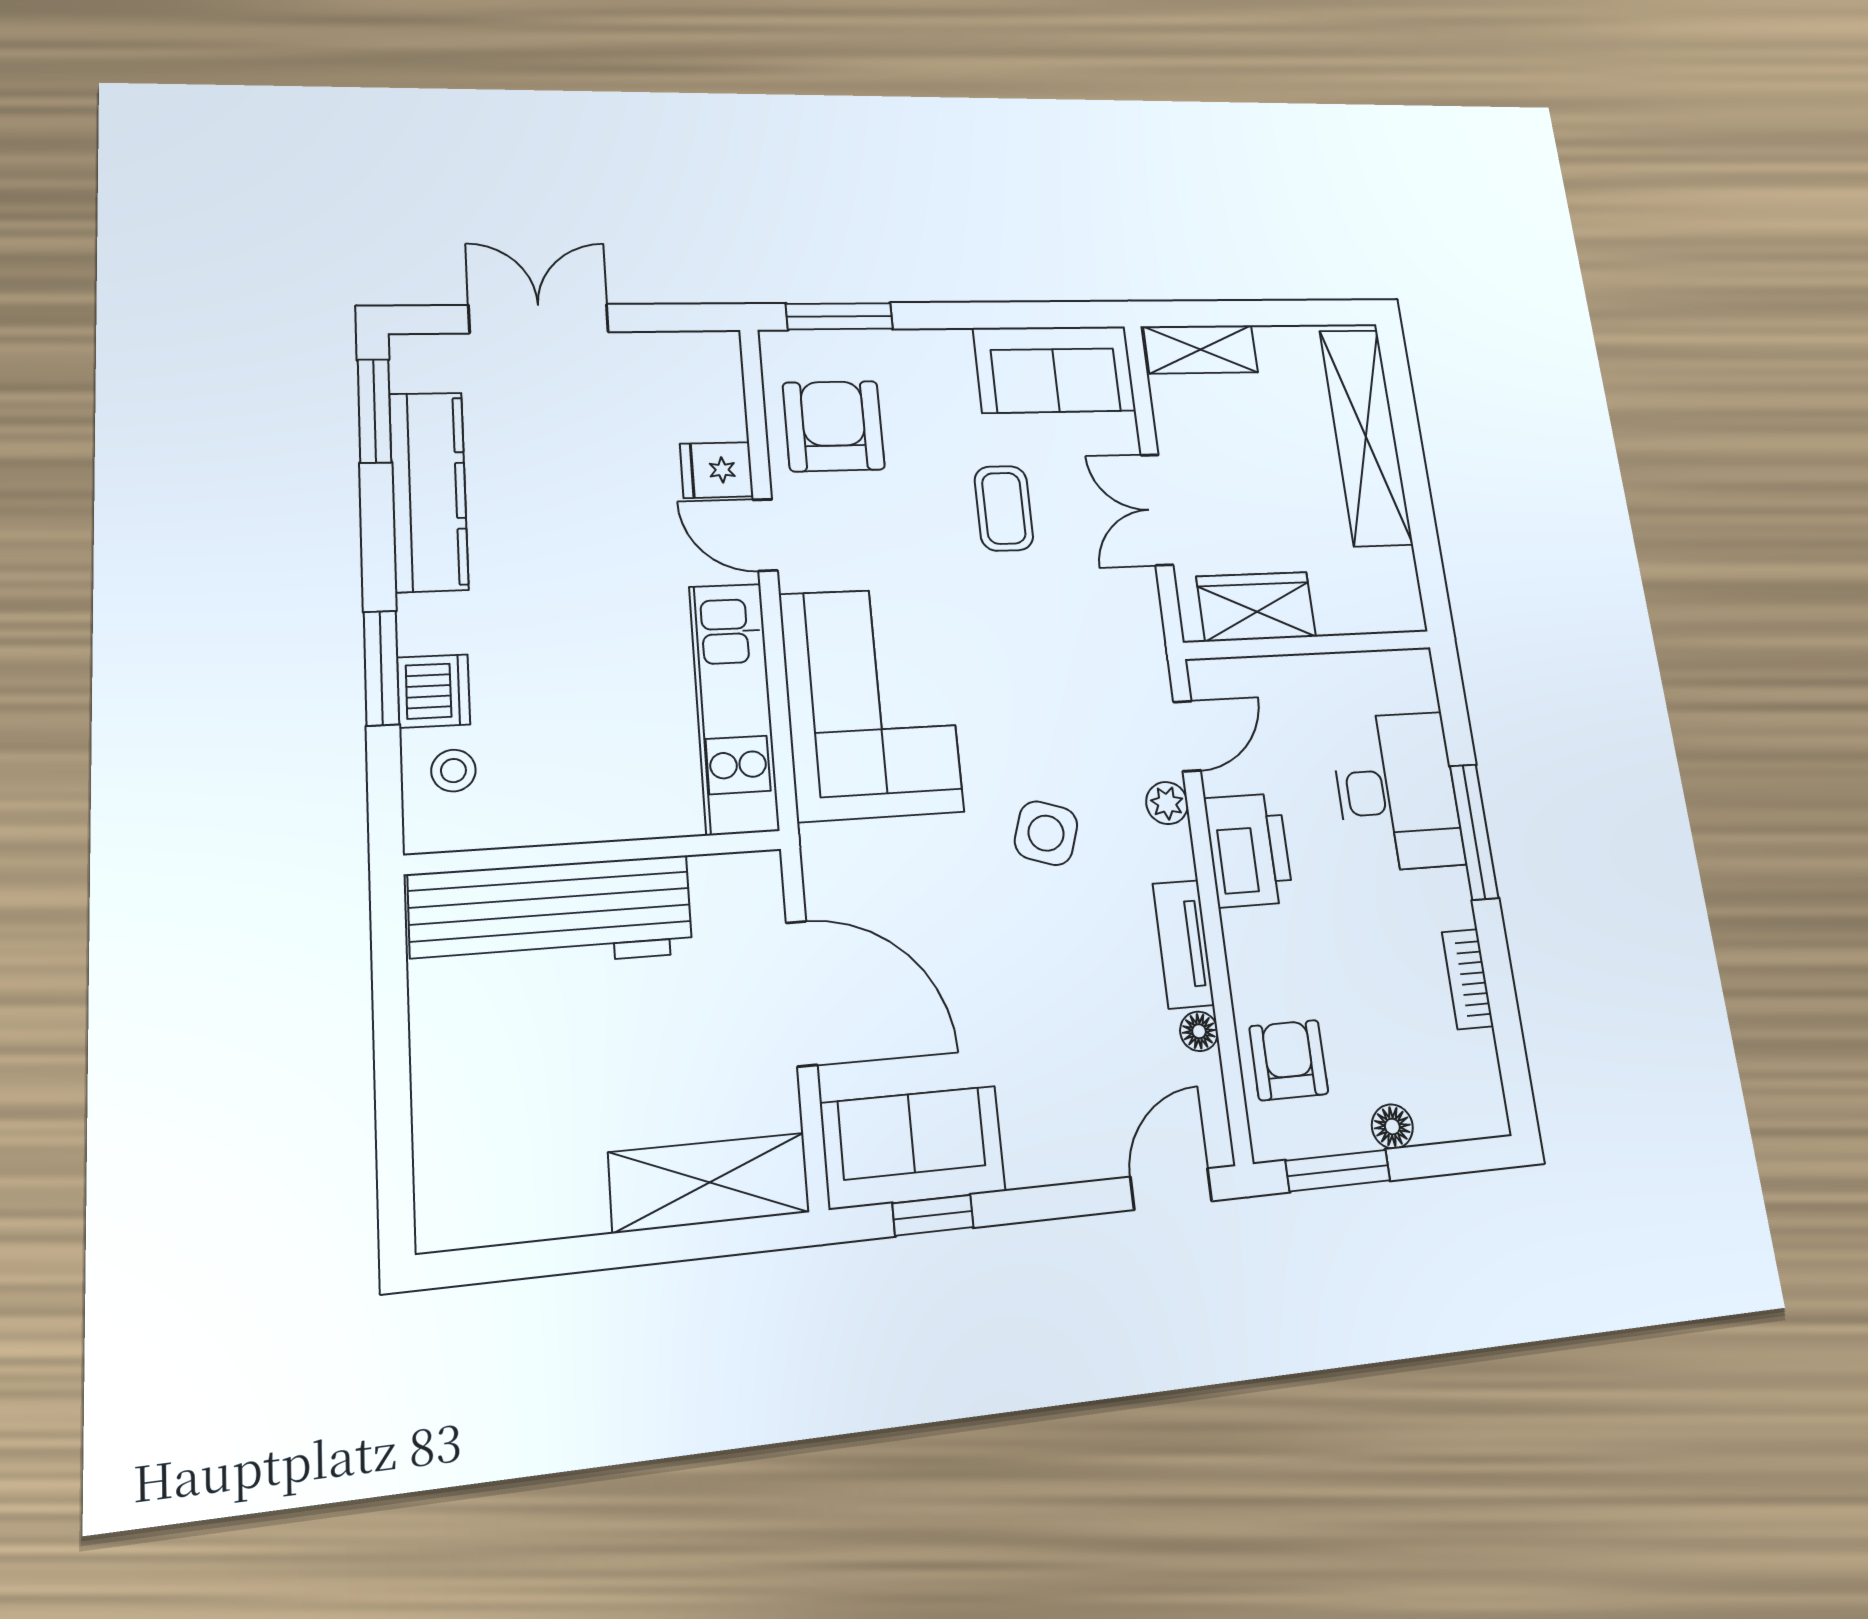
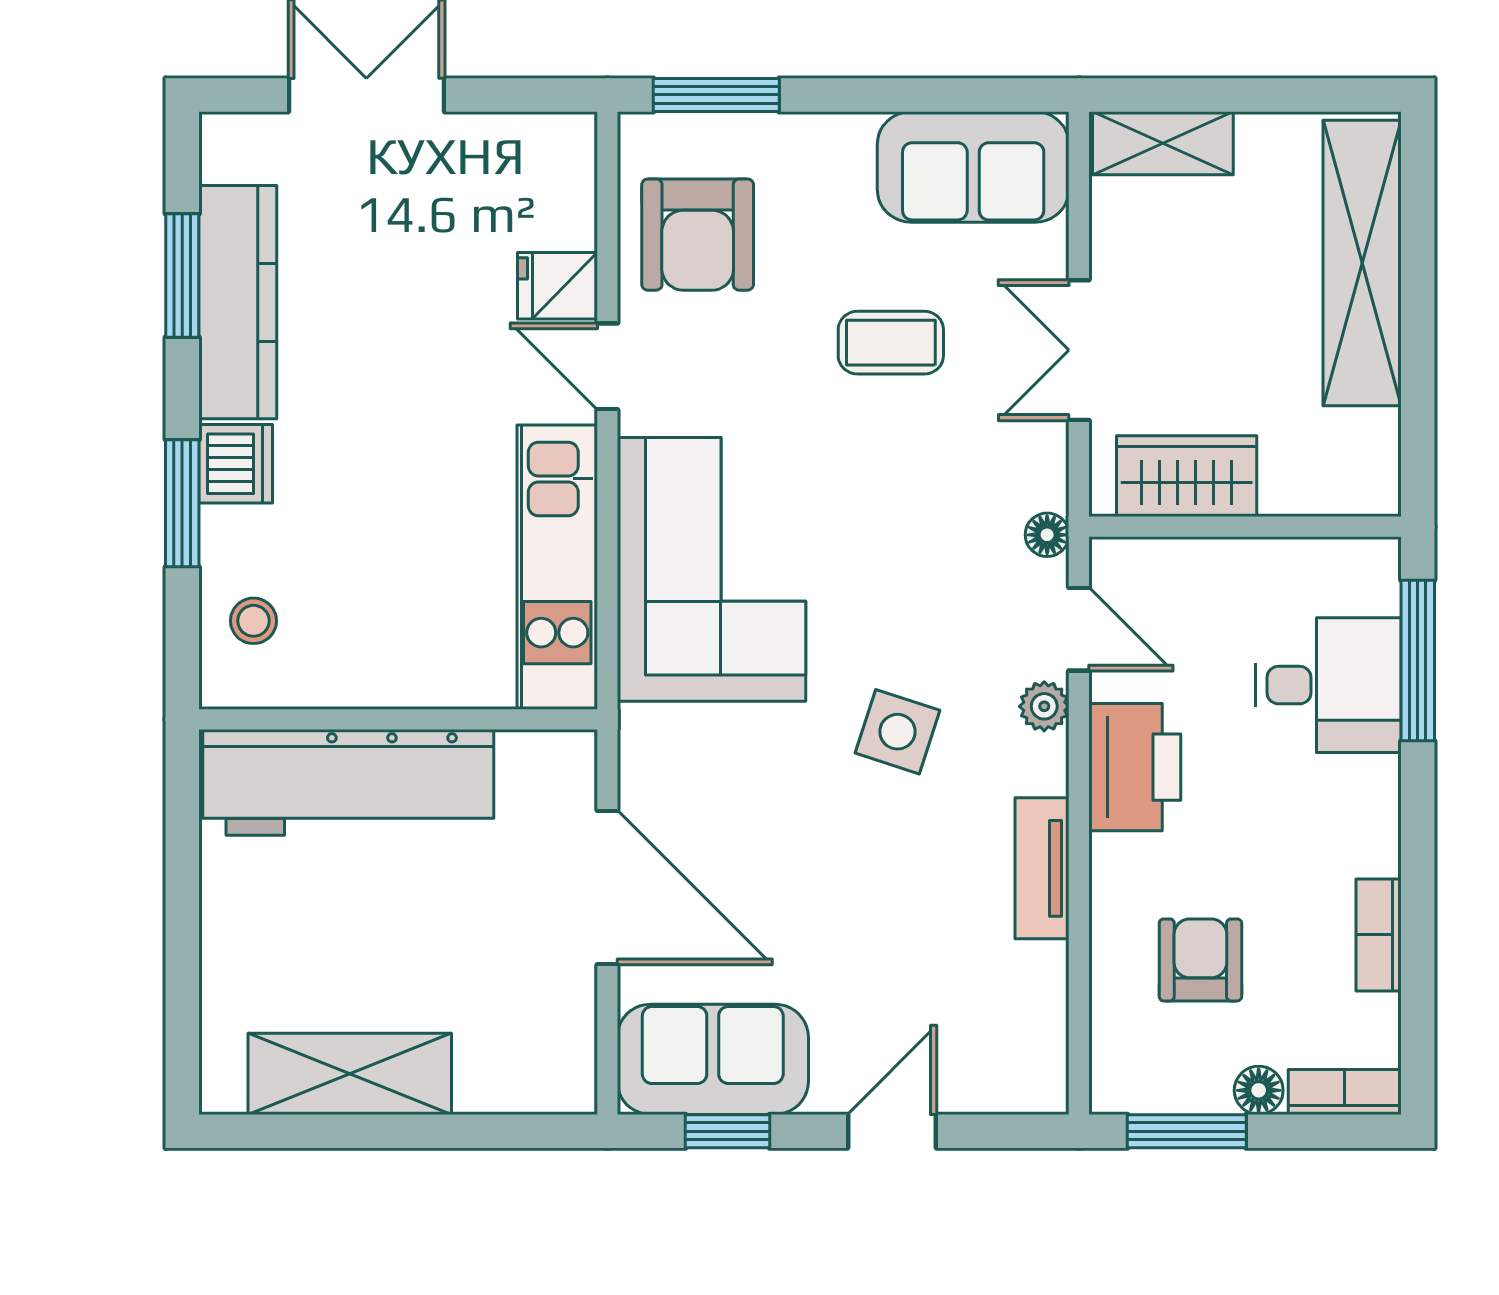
window: (374, 411) -> (182, 275), moved
armchair: (834, 426) -> (698, 235), turned 180
coffee table: (1004, 508) -> (891, 343), turned 90
dishwasher: (434, 691) -> (236, 464), moved
door: (1187, 736) -> (1079, 629), hinge flipped
desk: (1397, 791) -> (1328, 685), width x0.73
window: (1474, 832) -> (1418, 661), moved
floor lamp: (1199, 1031) -> (1047, 535), moved
armchair: (1289, 1060) -> (1200, 960), moved
bookcase: (1463, 1121) -> (1345, 1092), added
shelving: (709, 1182) -> (350, 1074), moved
door: (1171, 1189) -> (892, 1131), moved

